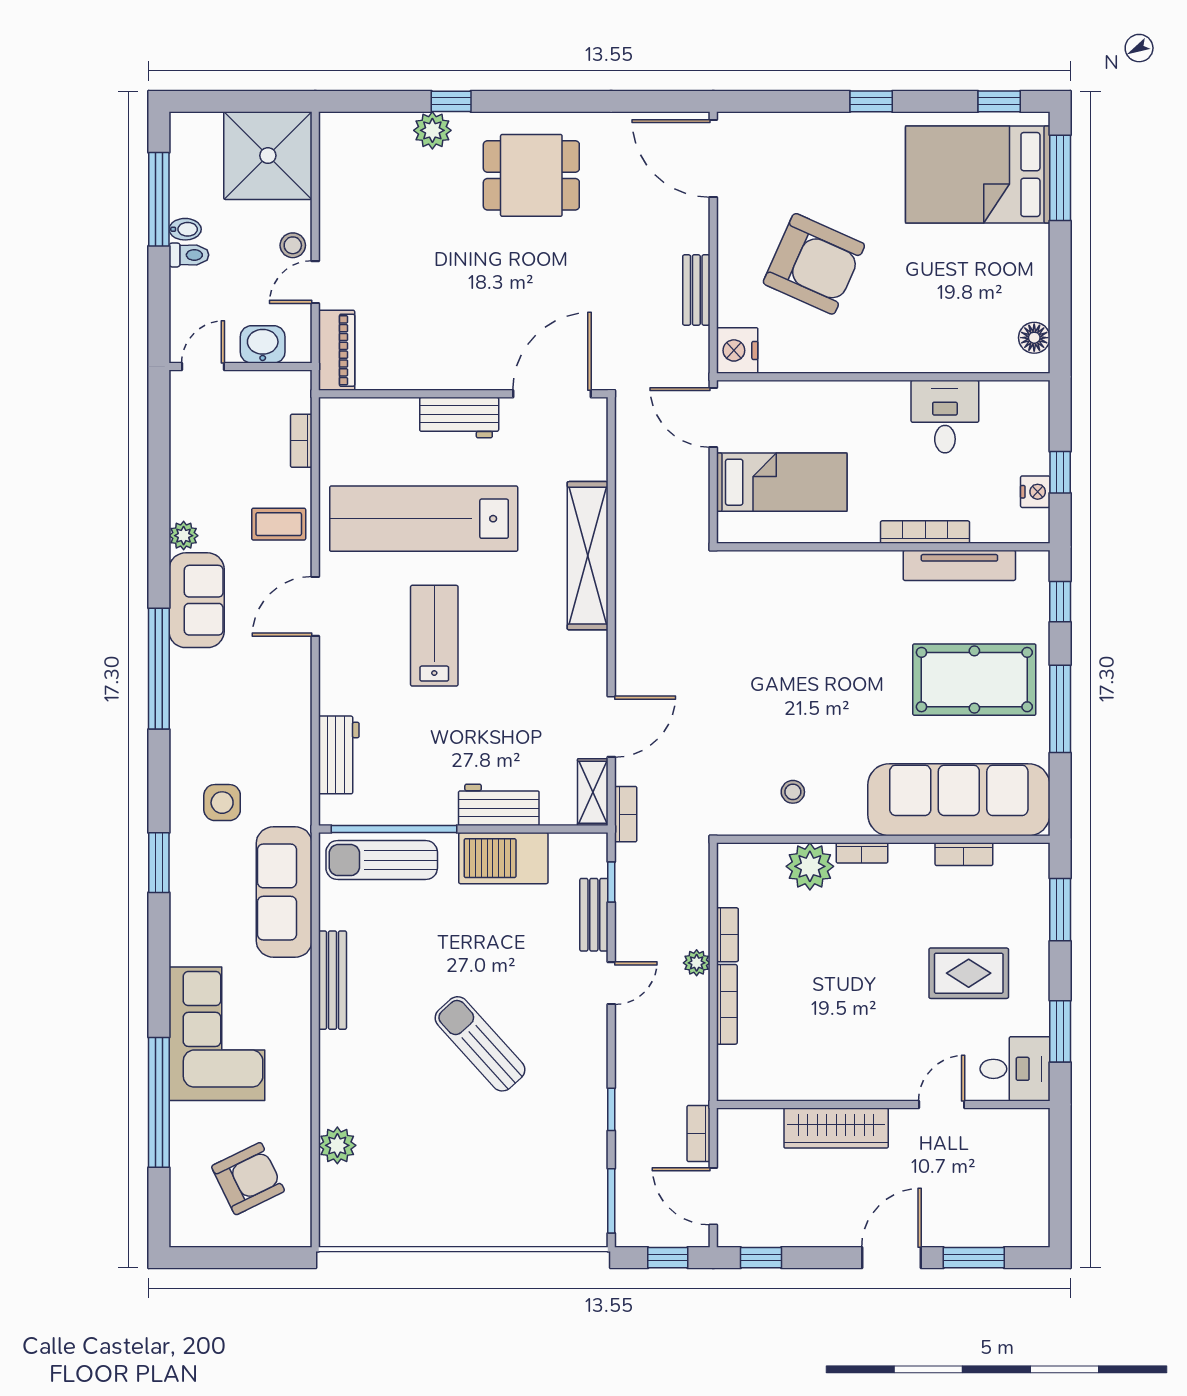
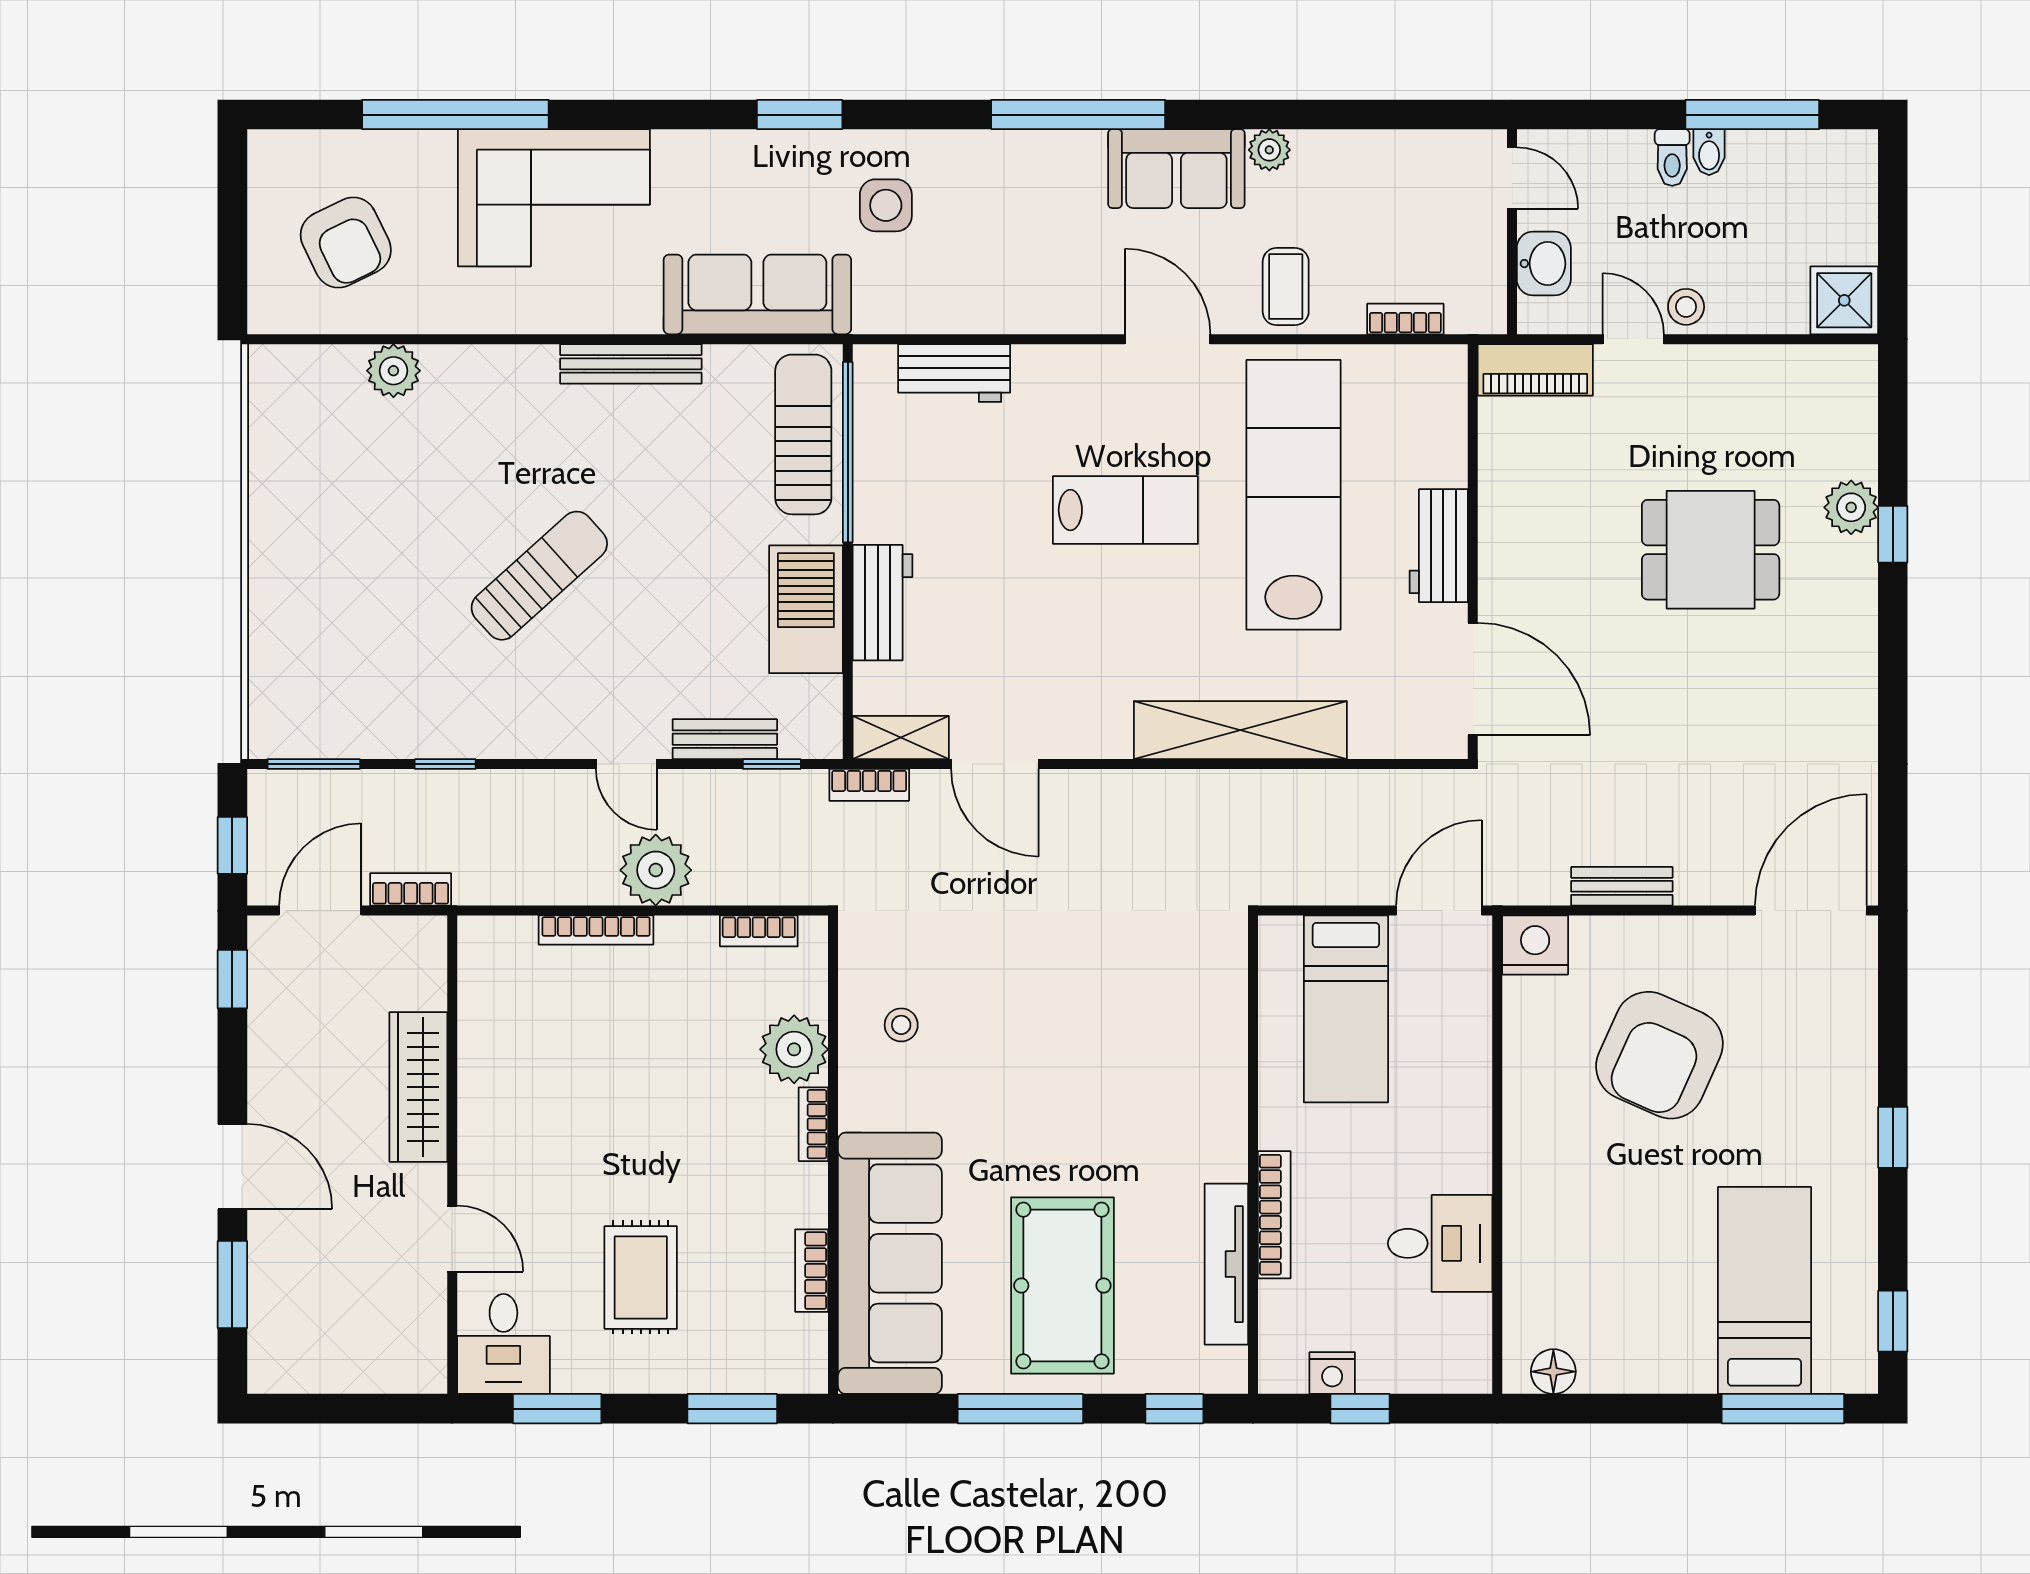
shower: (268, 156) -> (1844, 300), width x0.54, depth x0.54
bed: (978, 174) -> (1764, 1290), width x0.67
dining table: (531, 175) -> (1711, 550), moved, turned 90
bookcase: (727, 935) -> (759, 931), moved
plant: (697, 963) -> (656, 870), width x1.88, depth x1.88

